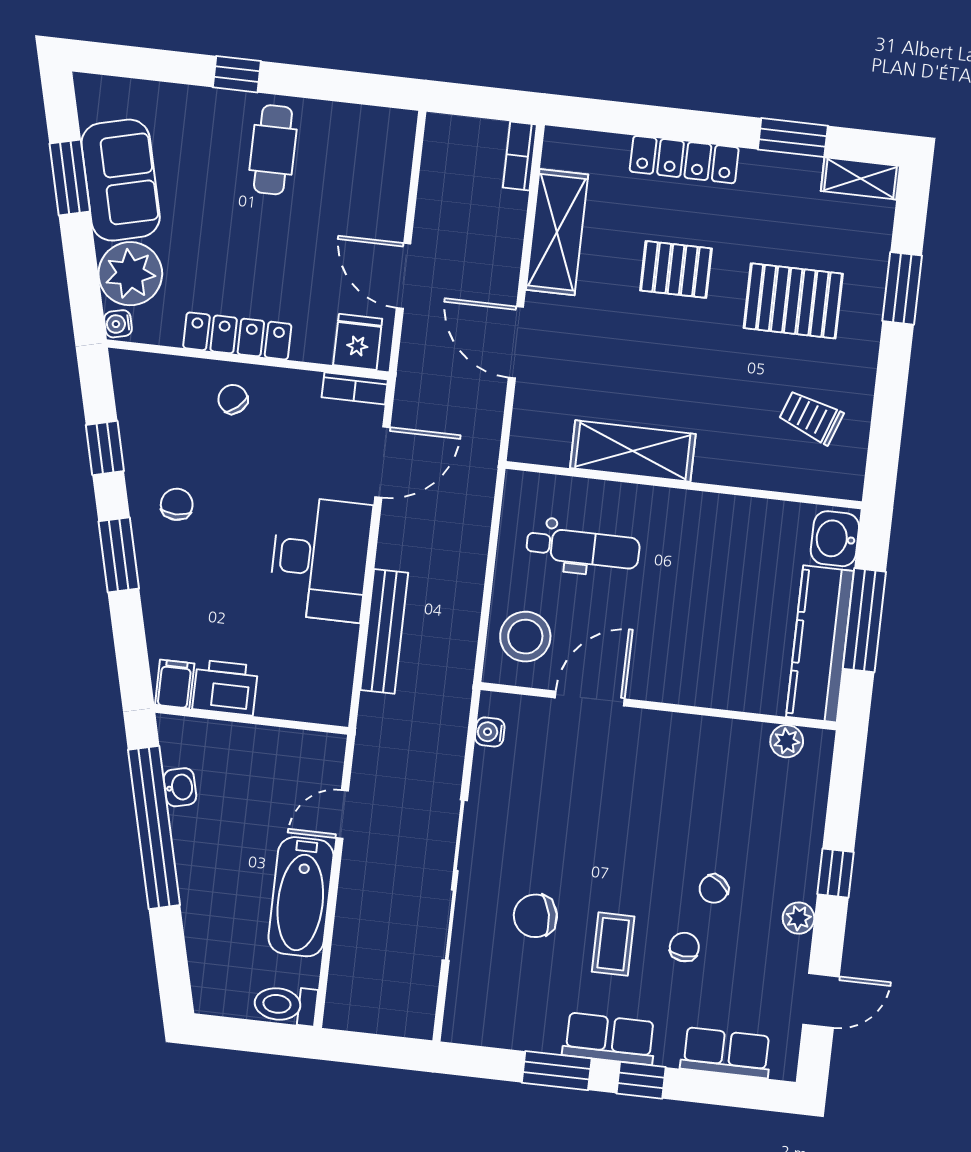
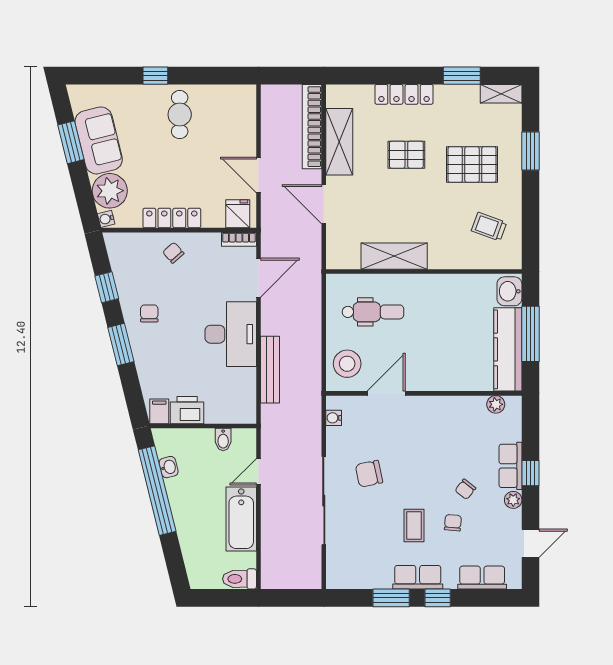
bookcase: (520, 156) -> (312, 127), width x2.31, depth x1.31
bidet: (285, 749) -> (223, 440), added
row of seats: (801, 856) -> (510, 466), added
chair: (535, 916) -> (369, 474), moved

